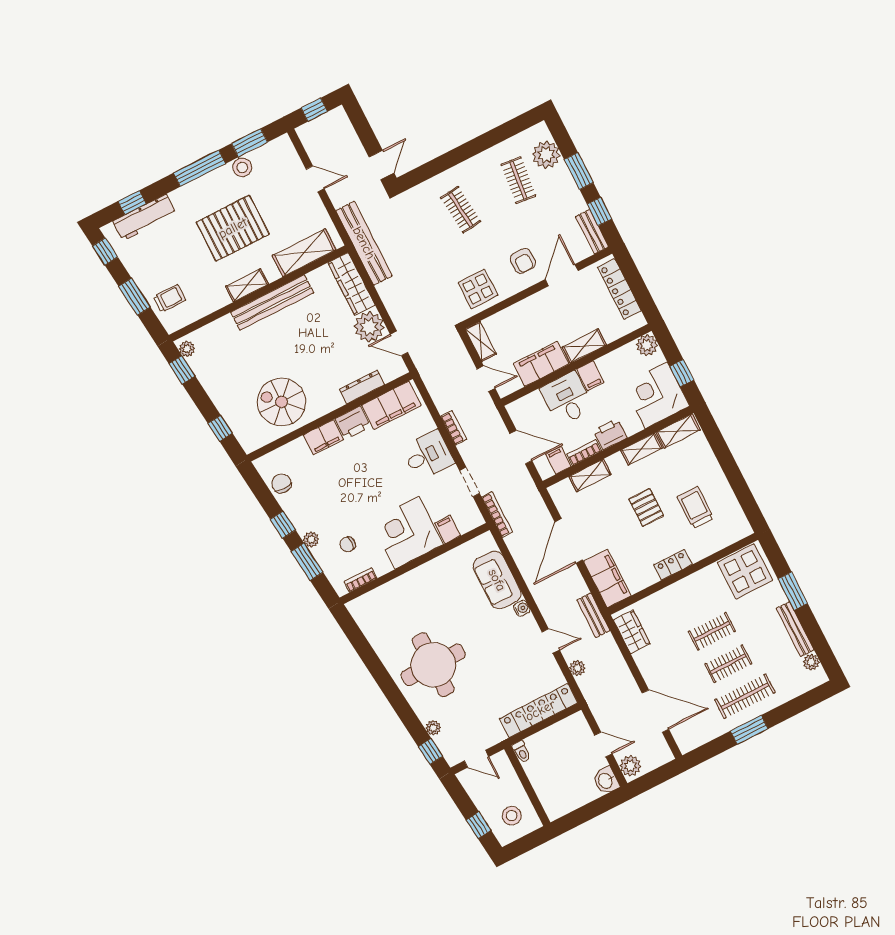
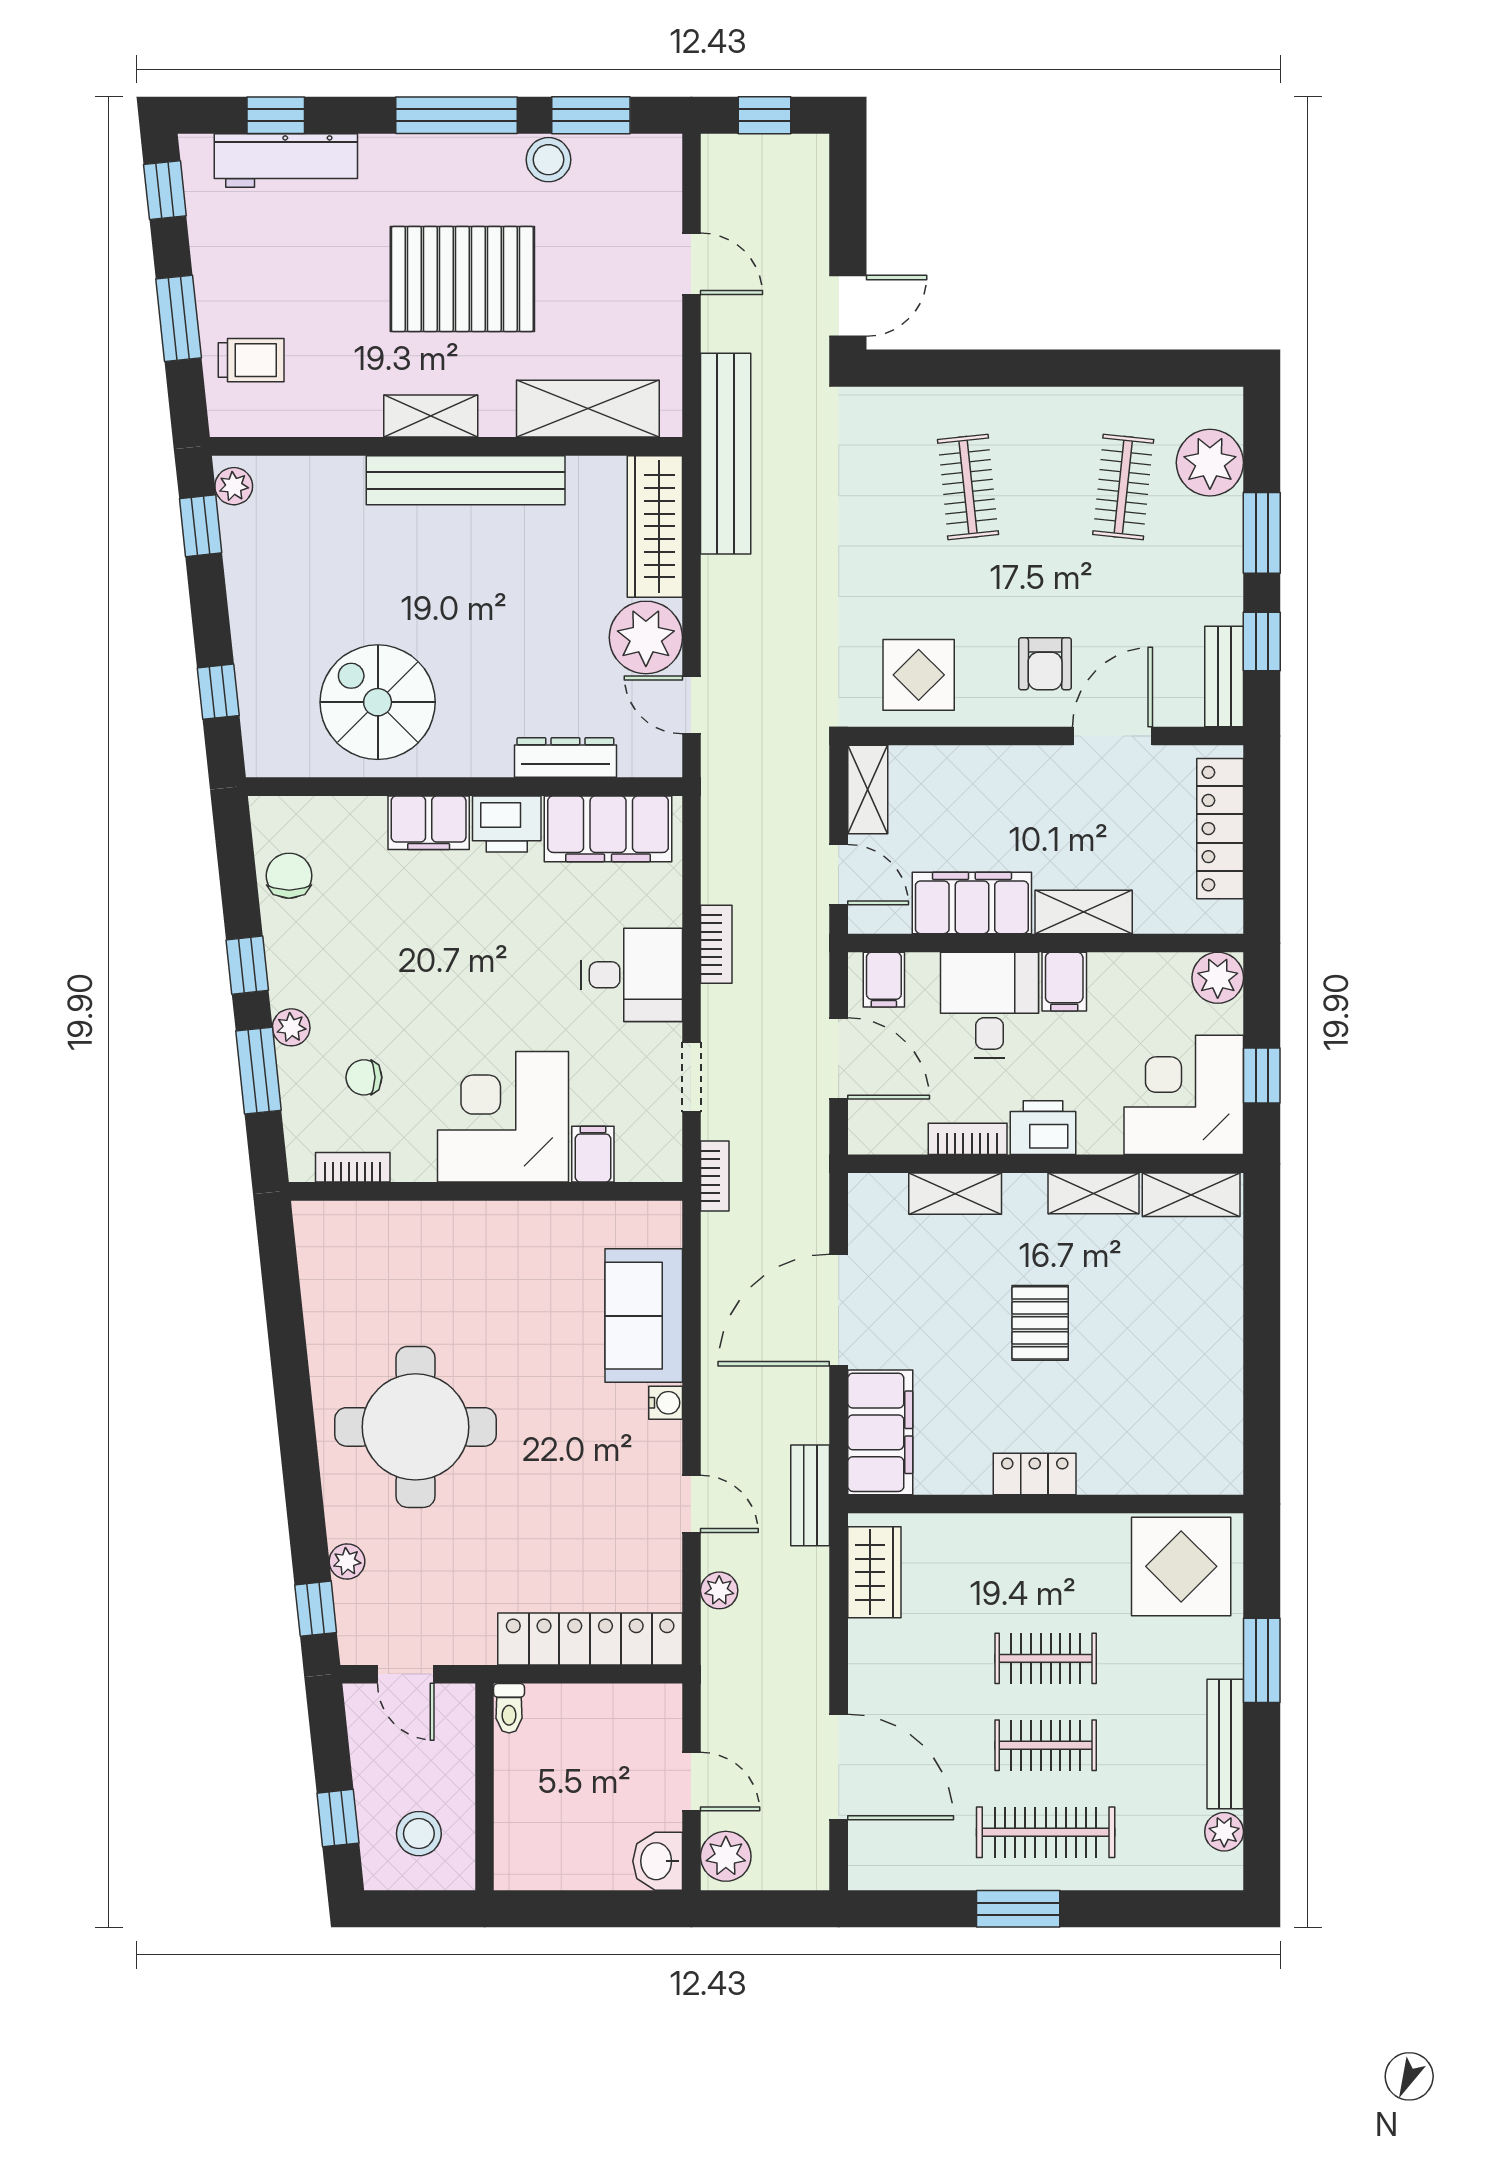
filing cabinet: (558, 460) -> (884, 980), moved, turned 180
trolley: (696, 508) -> (1145, 1377), removed
bookcase: (497, 515) -> (715, 1176), width x0.64

